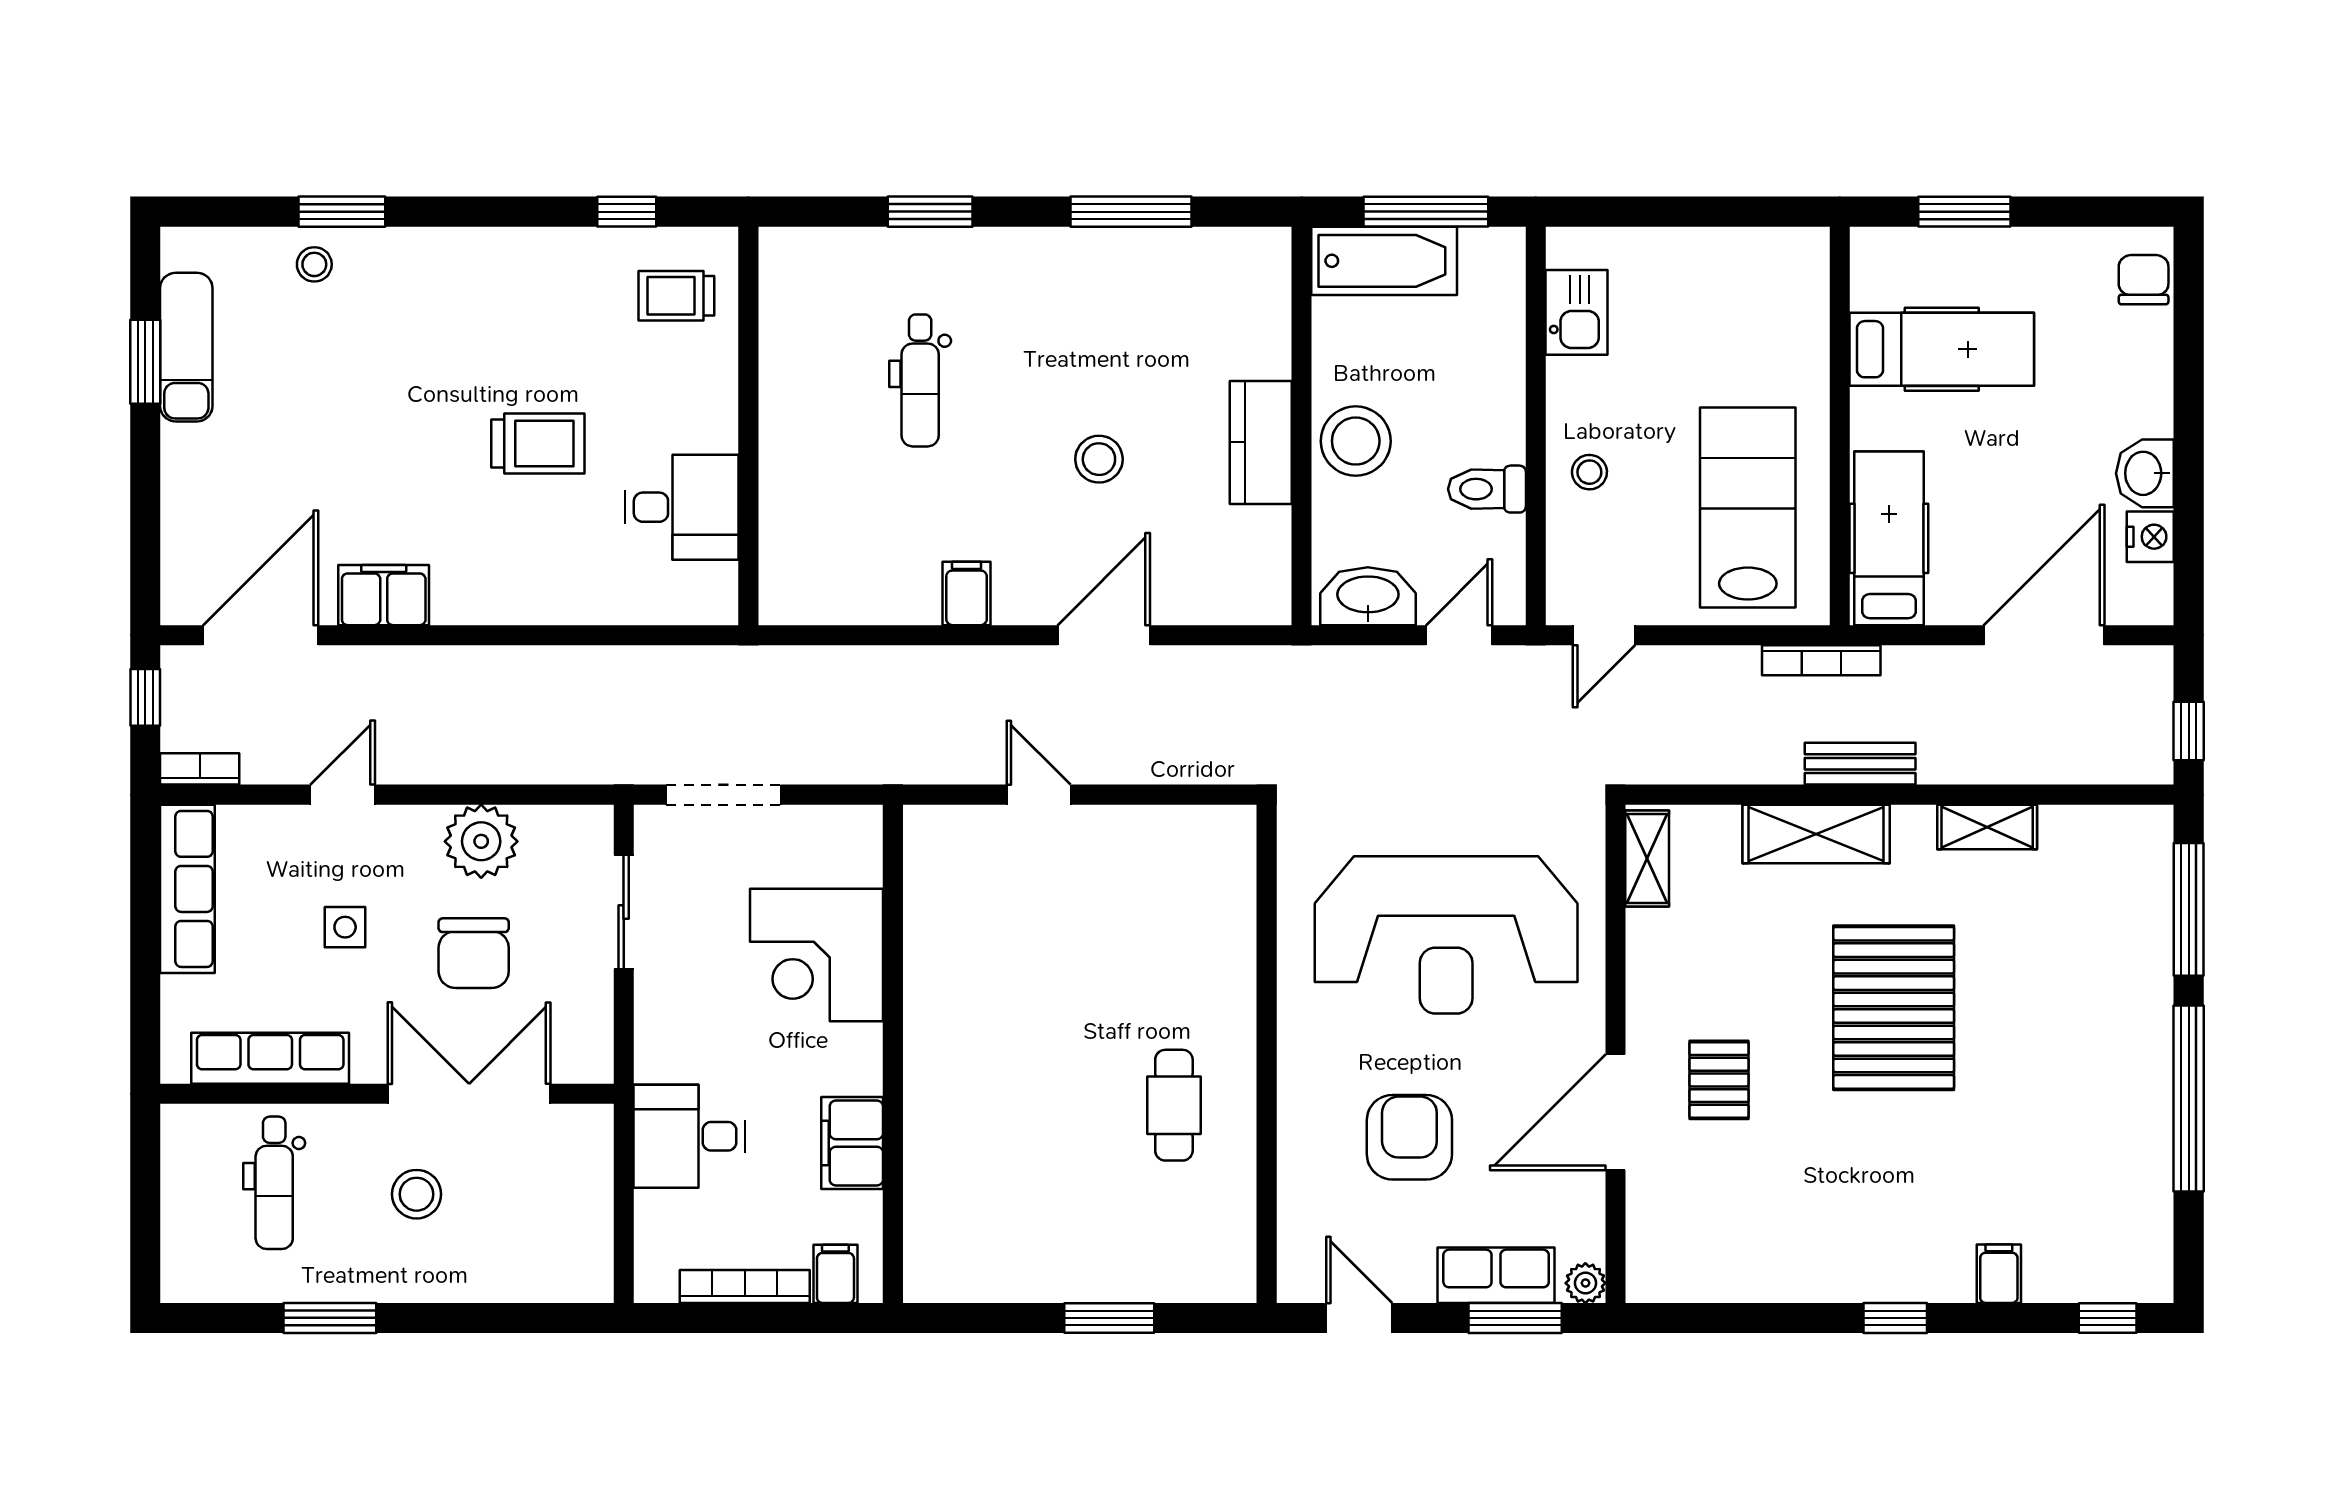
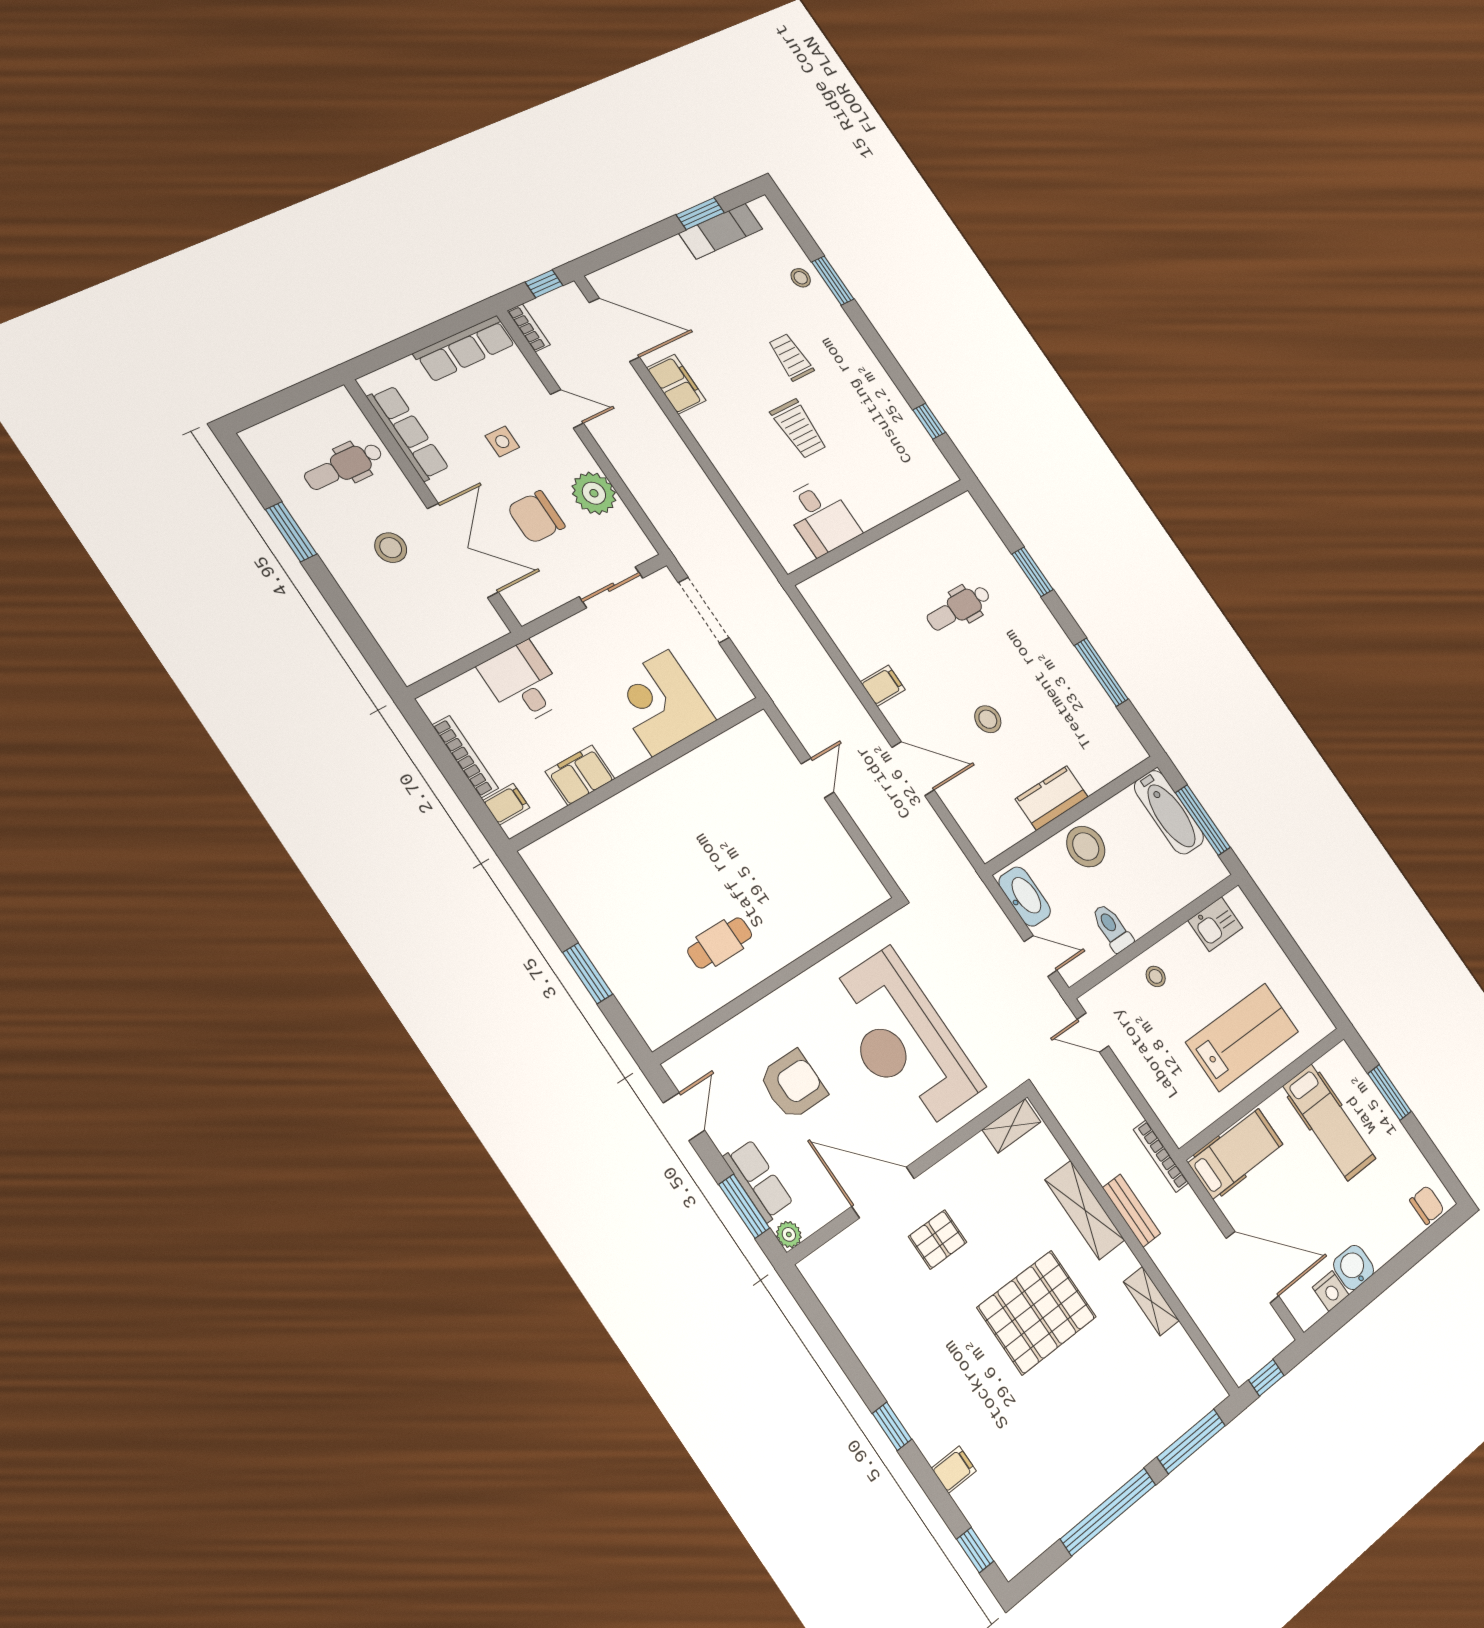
trolley: (676, 296) -> (791, 357), moved
lab bench: (1748, 507) -> (1242, 1037), moved

